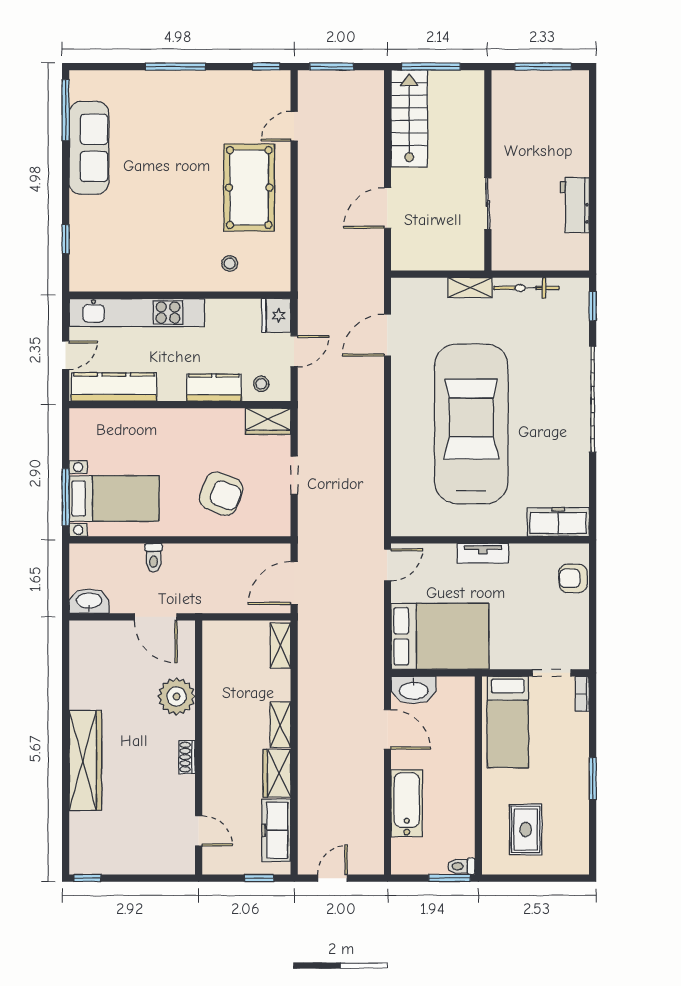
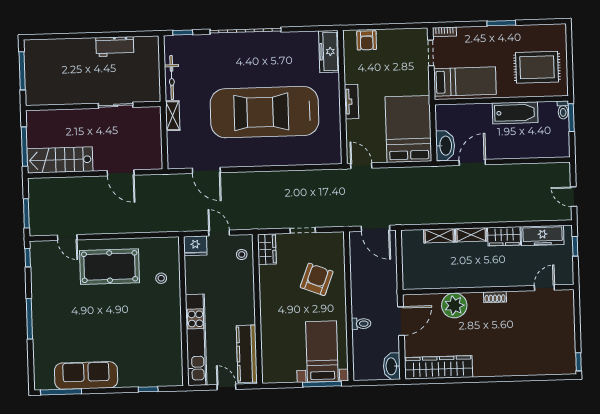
kitchen counter: (214, 388) -> (245, 286), removed
shelving: (281, 646) -> (439, 236), moved
wardrobe: (85, 760) -> (438, 367), moved
bathtub: (407, 803) -> (515, 113), moved, turned 180
rug: (526, 830) -> (537, 67), width x1.36, depth x1.43

